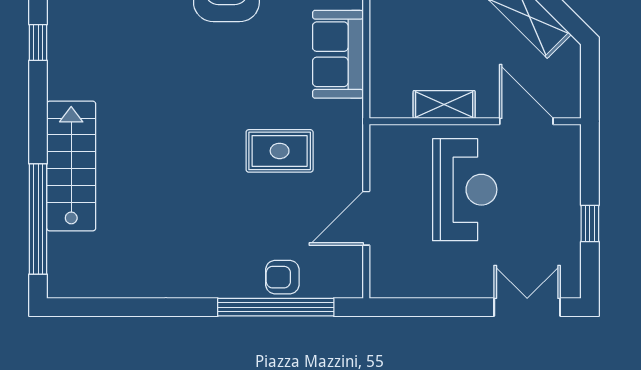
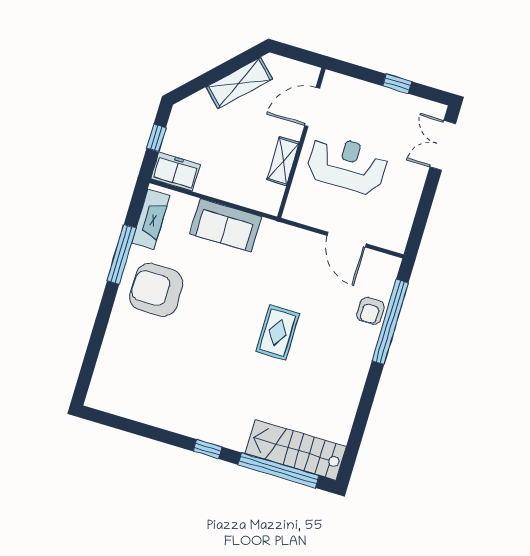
window: (38, 42) -> (207, 449), moved
rug: (280, 151) -> (278, 333), moved
stairs: (71, 166) -> (296, 450), moved

